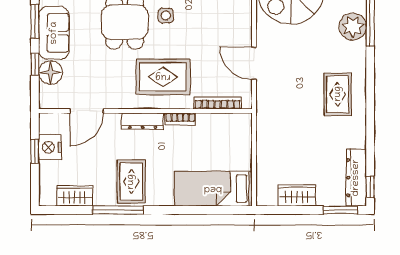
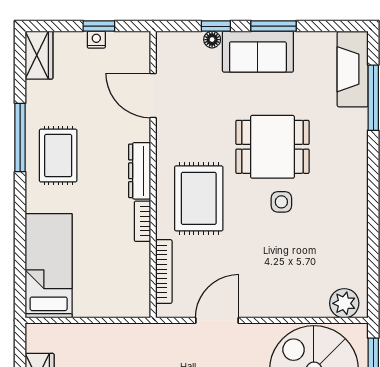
floor lamp: (50, 73) -> (212, 40), width x0.53, depth x0.53
nightstand: (50, 147) -> (96, 40), width x0.53, depth x0.56
rug: (131, 182) -> (58, 156), turned 90
wardrobe: (75, 196) -> (39, 55), moved

